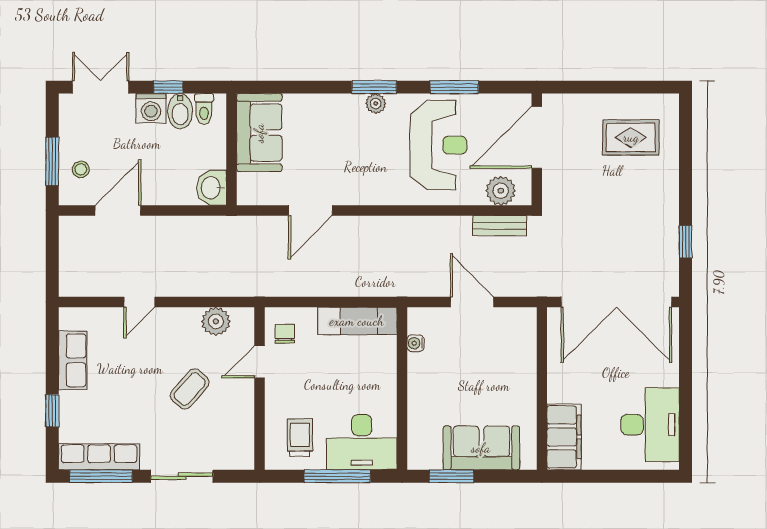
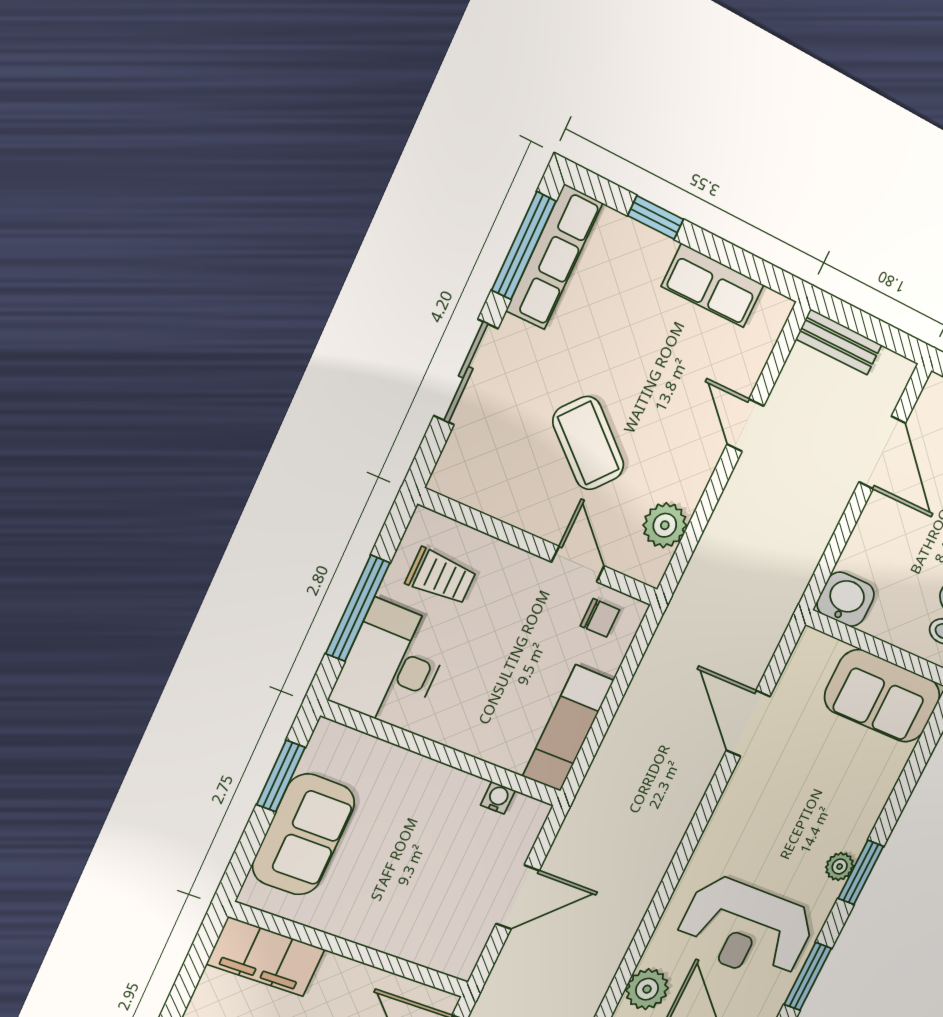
bench: (500, 226) -> (839, 342), moved, turned 90
coffee table: (190, 389) -> (588, 443), width x1.36, depth x1.30

